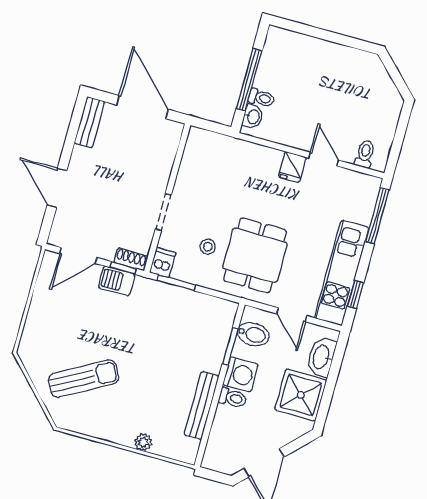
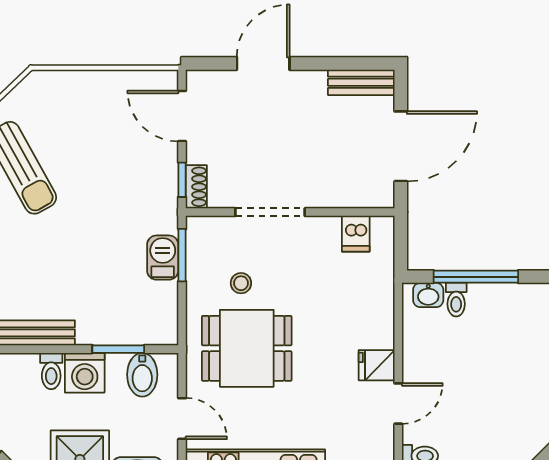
doorway: (163, 212) -> (270, 212), width x1.38
dishwasher: (163, 263) -> (356, 234), moved, turned 90
barbecue: (117, 281) -> (163, 258), moved
door: (292, 315) -> (182, 419), swing flipped

